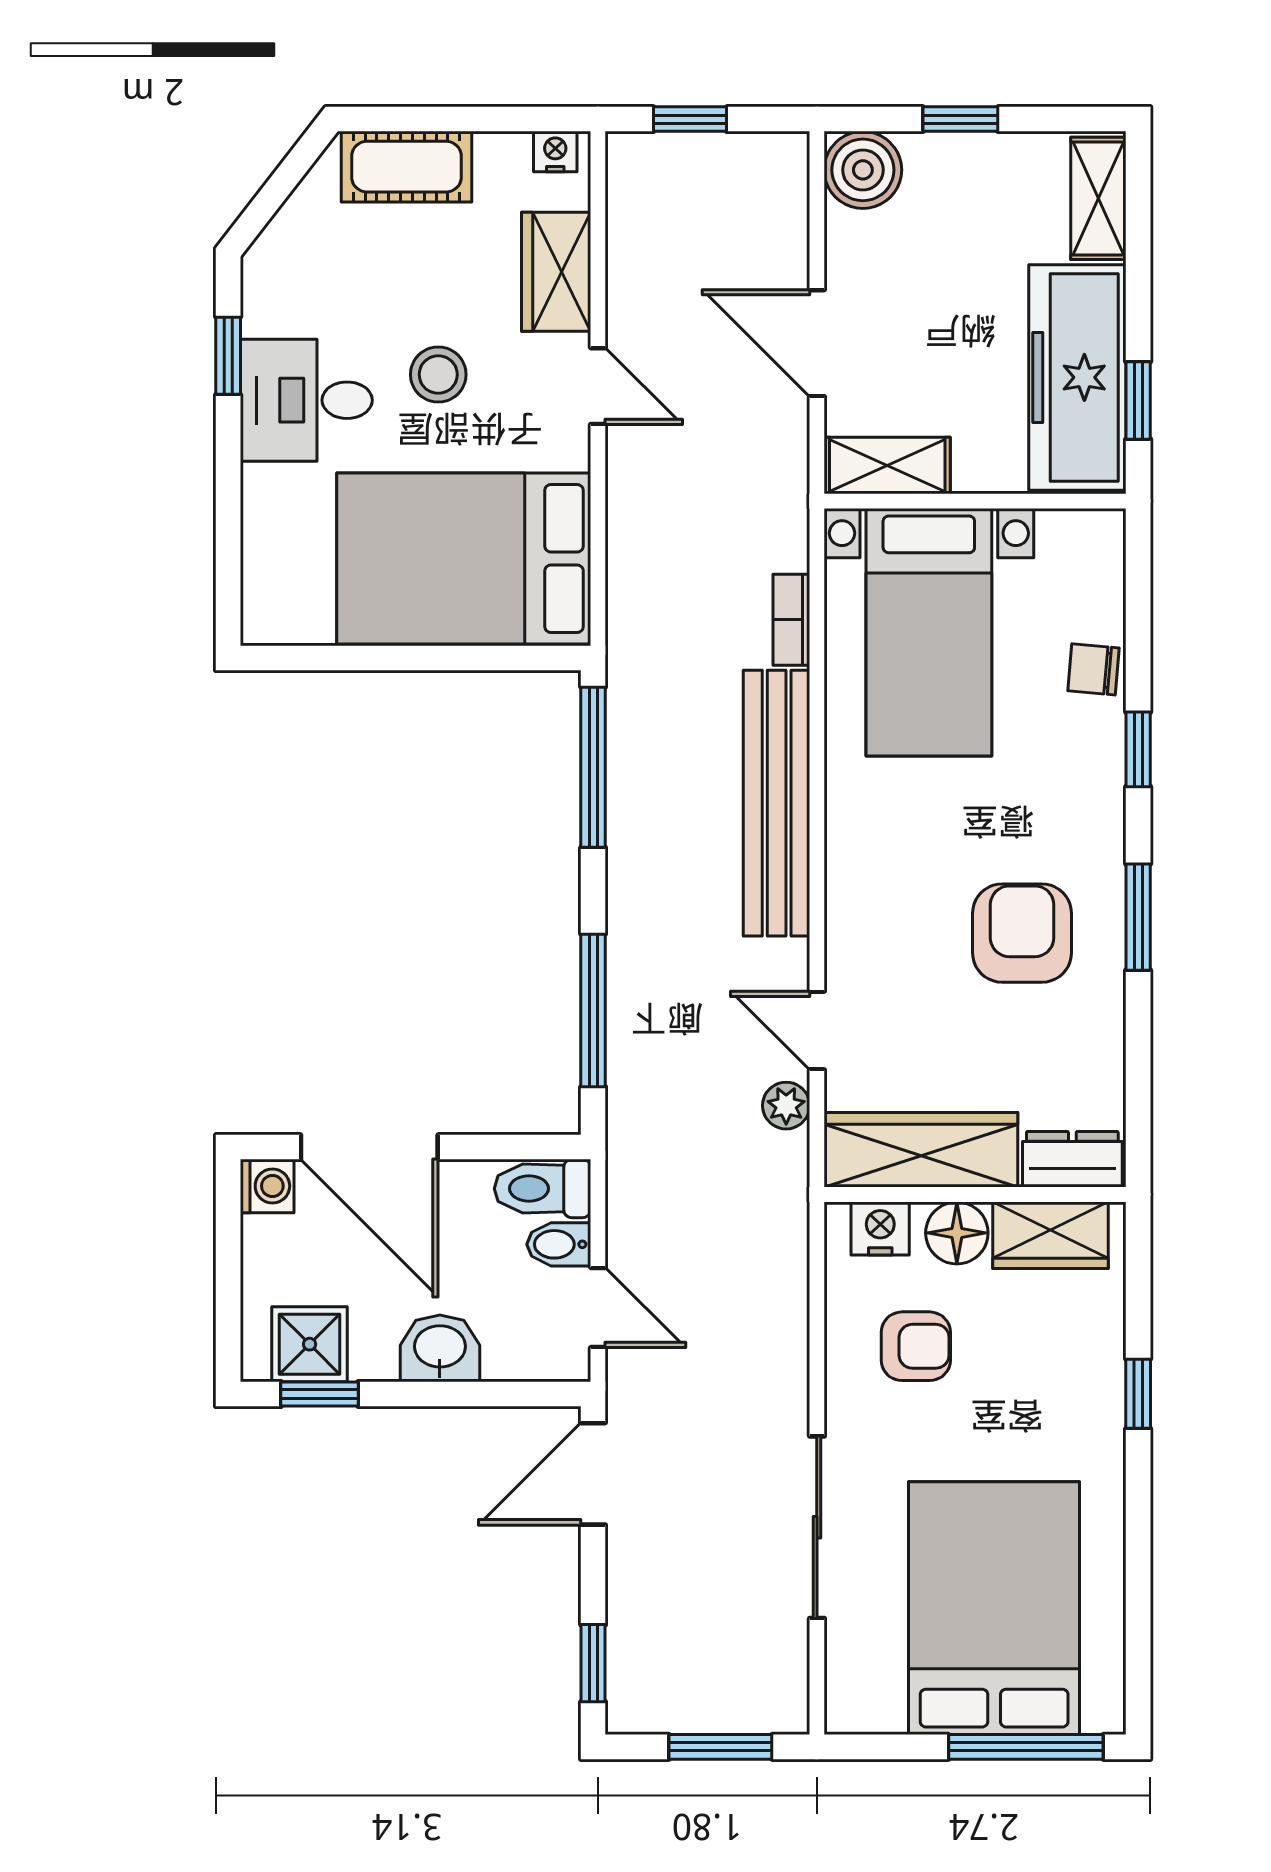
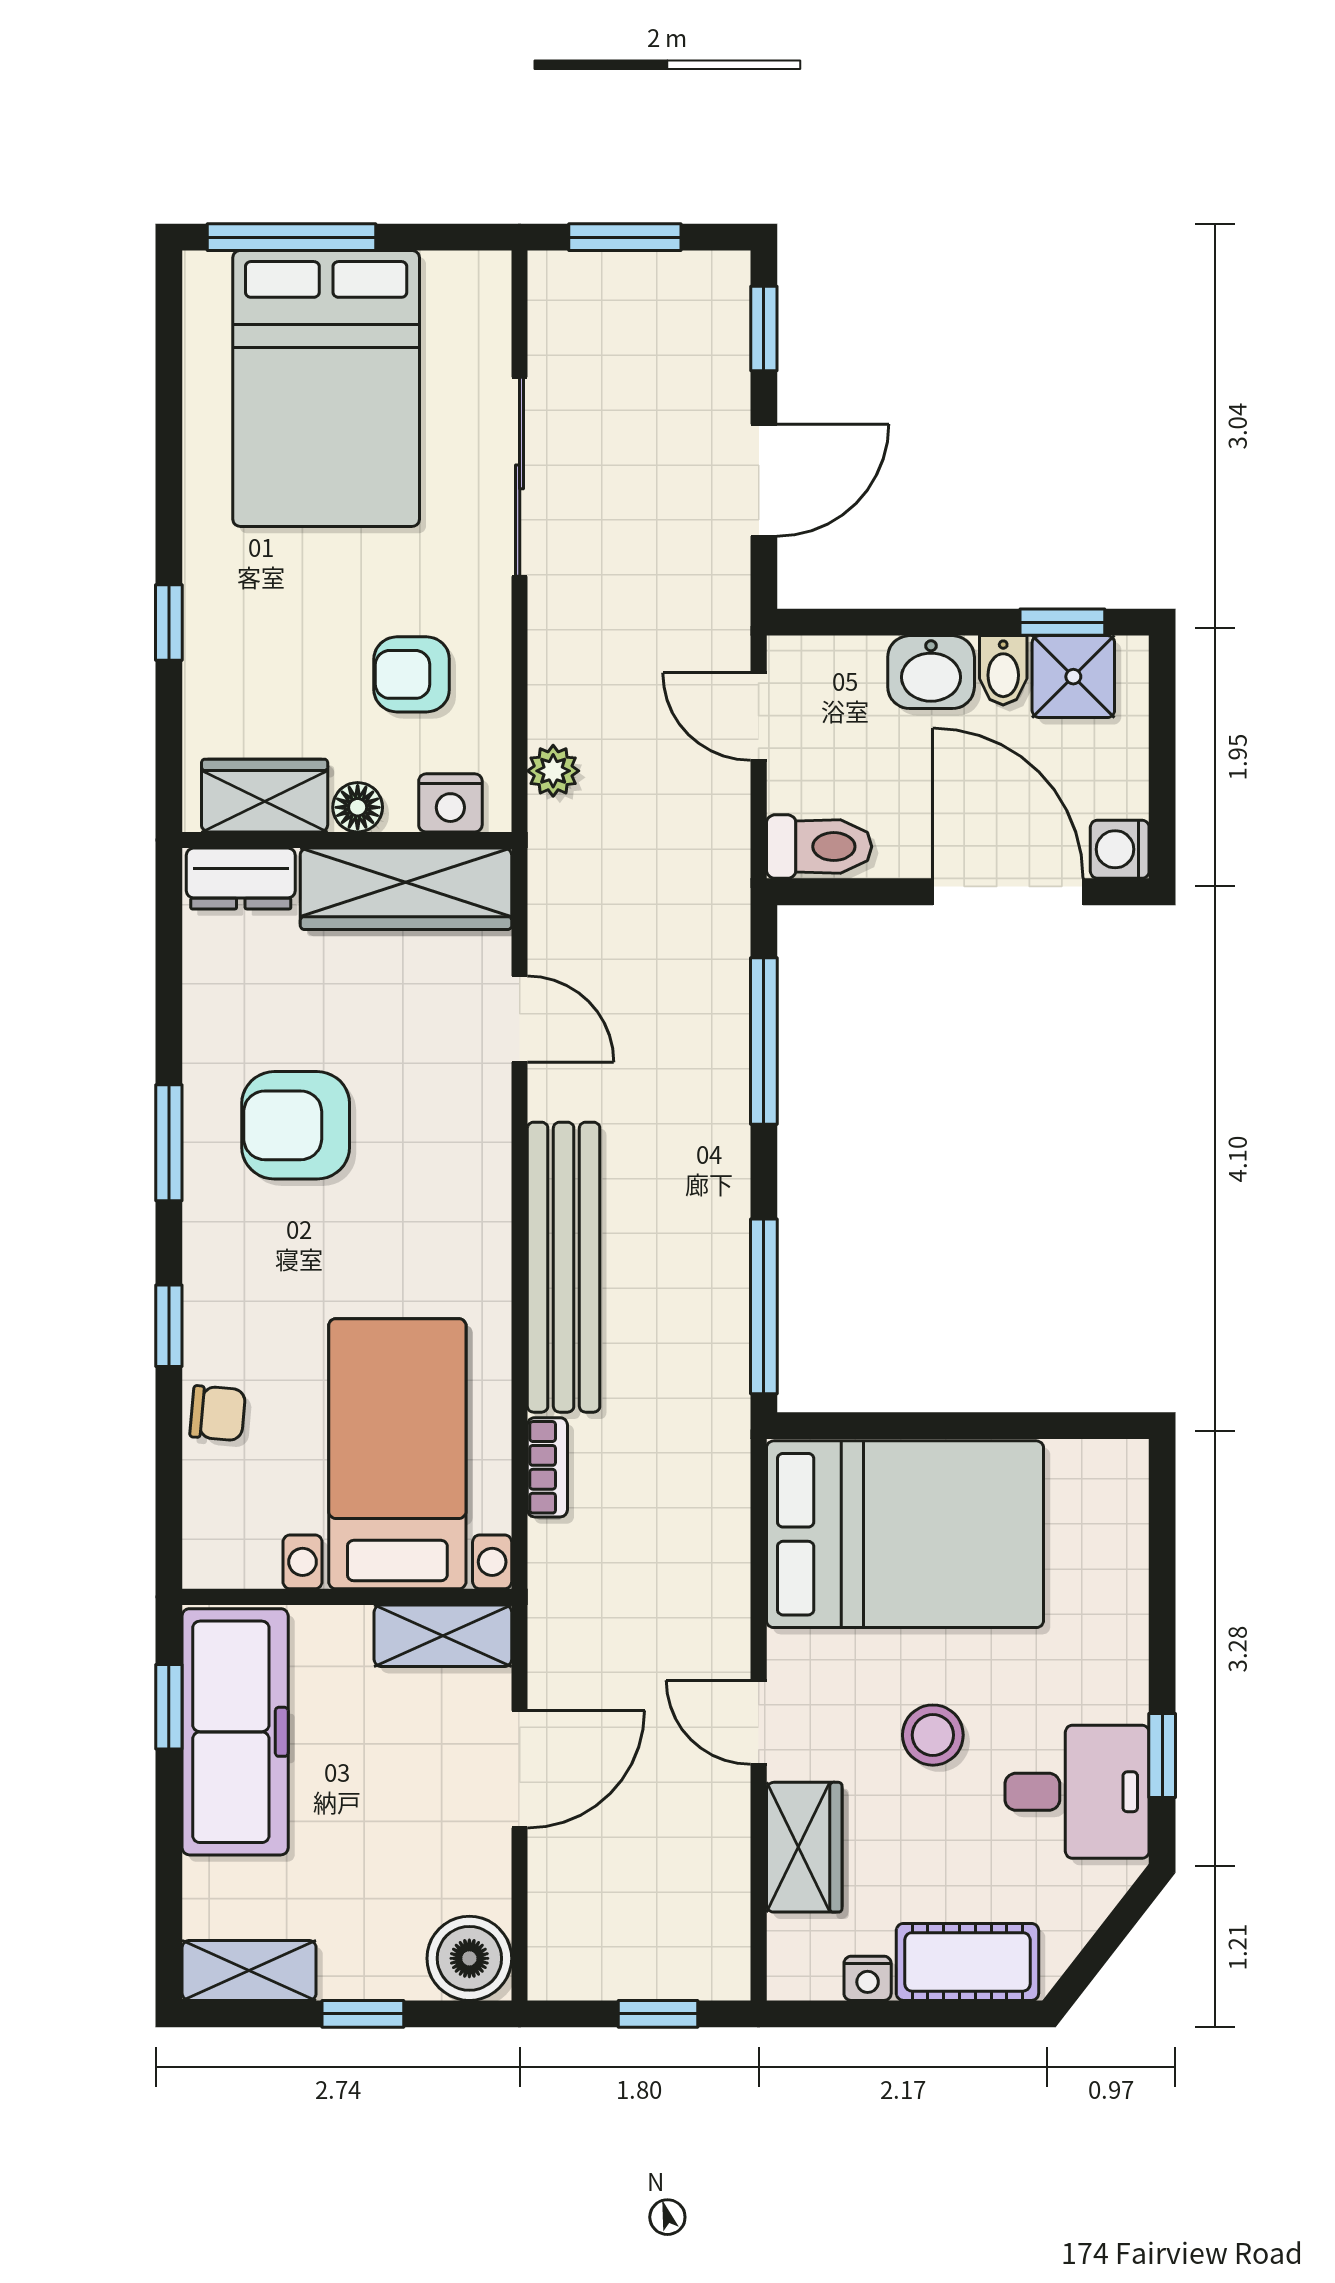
nightstand: (555, 152) -> (868, 1978), moved
shelving: (1098, 198) -> (249, 1970), moved, turned 90
door: (817, 343) -> (520, 1769), hinge flipped
desk: (306, 400) -> (1077, 1792), moved
armchair: (1022, 933) -> (296, 1125), turned 90
plant: (786, 1106) -> (553, 771), moved
floor lamp: (957, 1233) -> (358, 807), width x0.73, depth x0.73
bidet: (559, 1244) -> (1003, 670), moved, turned 90
door: (593, 1474) -> (764, 480), moved

